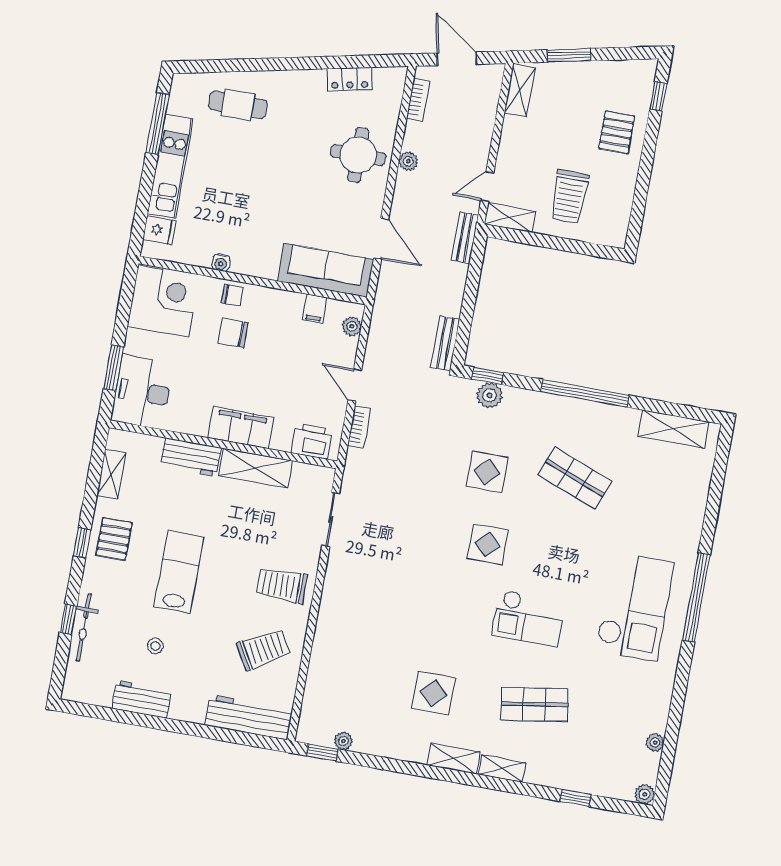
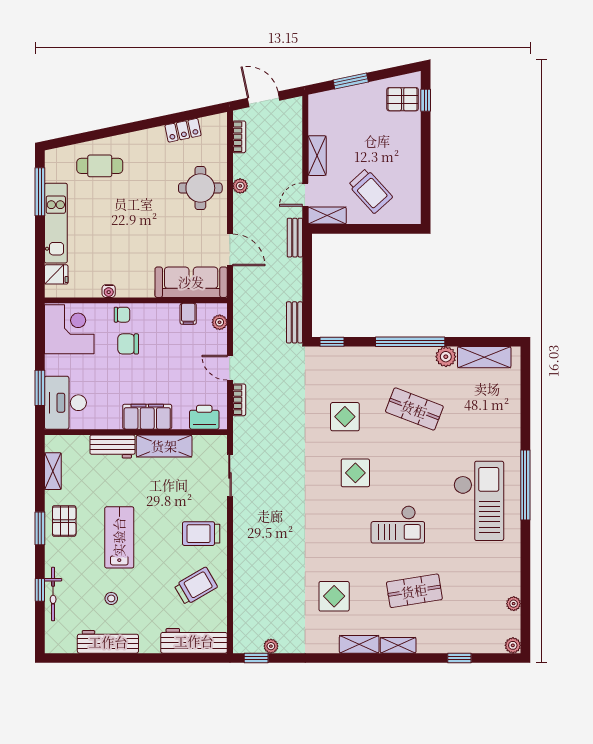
shelving: (520, 90) -> (317, 156), moved
pallet: (617, 132) -> (403, 99), moved, turned 90
trolley: (569, 197) -> (370, 191), turned -42
plant: (490, 395) -> (446, 357), moved
window: (82, 543) -> (40, 528), width x1.50
workbench: (141, 699) -> (108, 642), width x1.38

